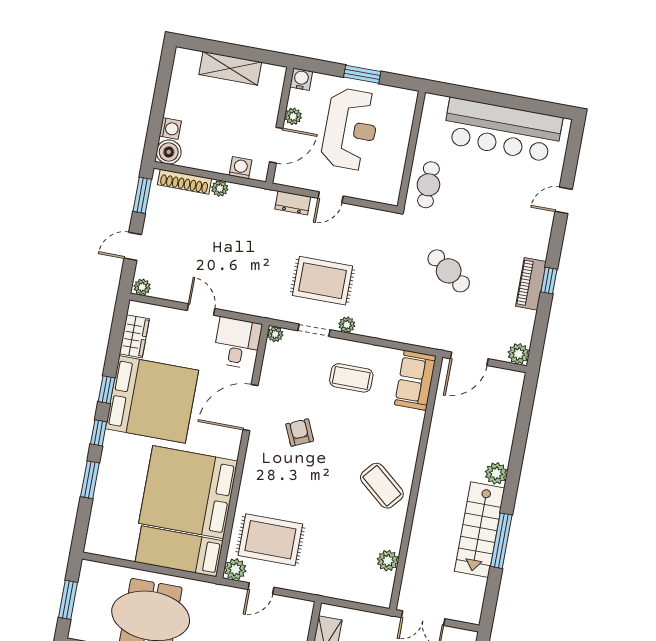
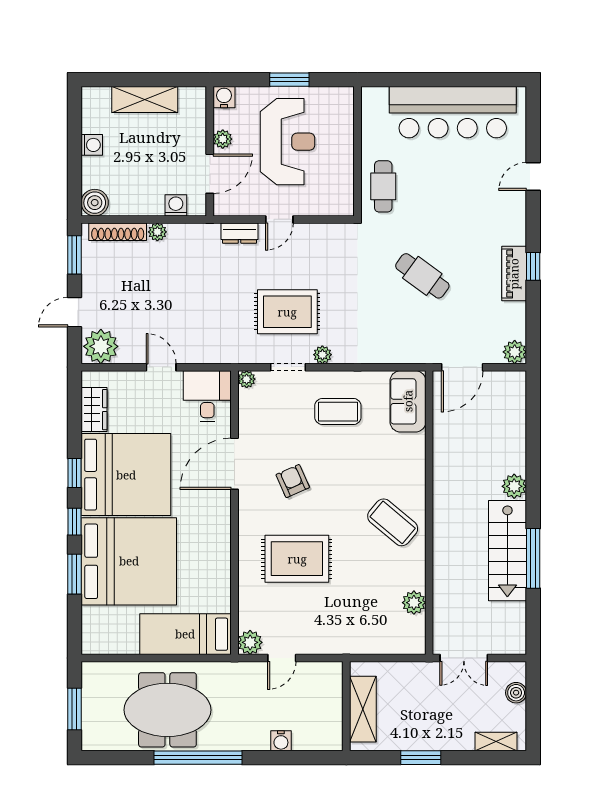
washing machine: (170, 129) -> (92, 145), moved
plant: (142, 287) -> (101, 346), width x1.87, depth x1.87
bed: (188, 492) -> (129, 561), moved, turned 180
rug: (270, 540) -> (297, 559), moved

